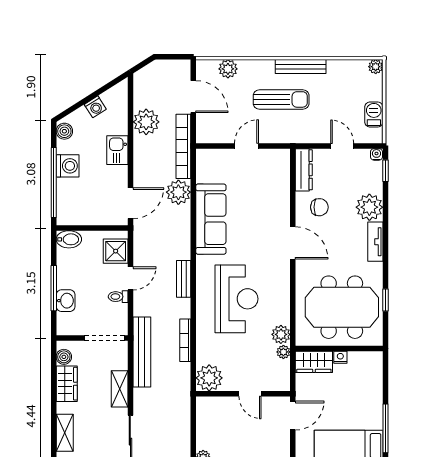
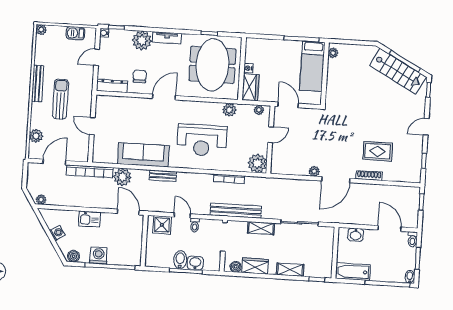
plant: (146, 122) -> (41, 200), moved, width x0.53, depth x0.53
bidet: (69, 239) -> (180, 260), moved
bench: (184, 279) -> (163, 176), moved
reception desk: (236, 299) -> (202, 140), turned 180
plant: (283, 352) -> (259, 110), moved

